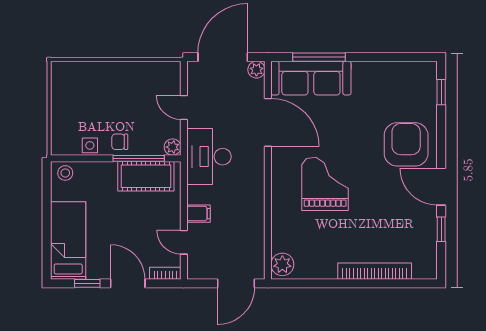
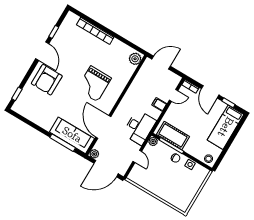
door: (184, 242) -> (174, 95), hinge flipped

